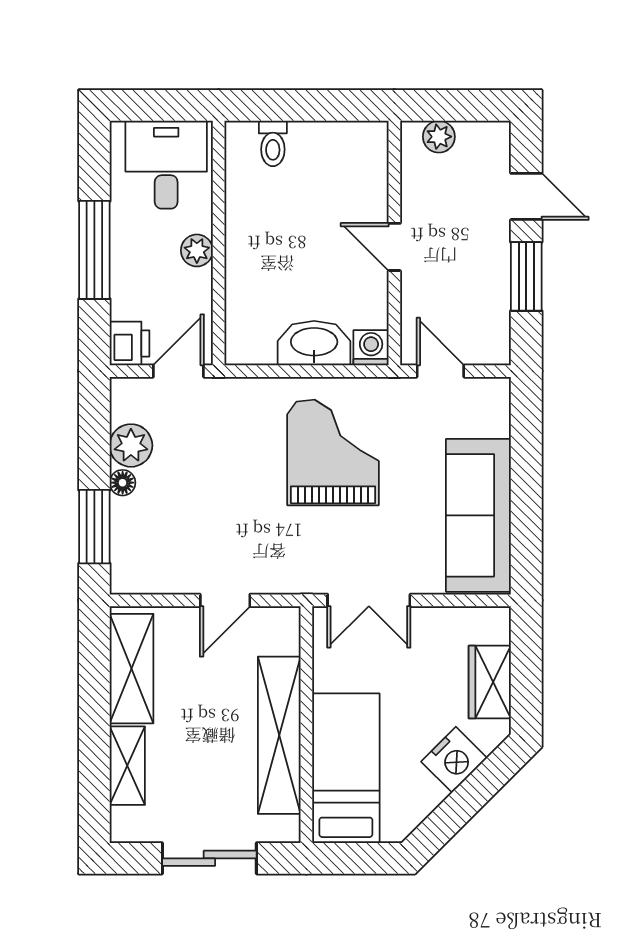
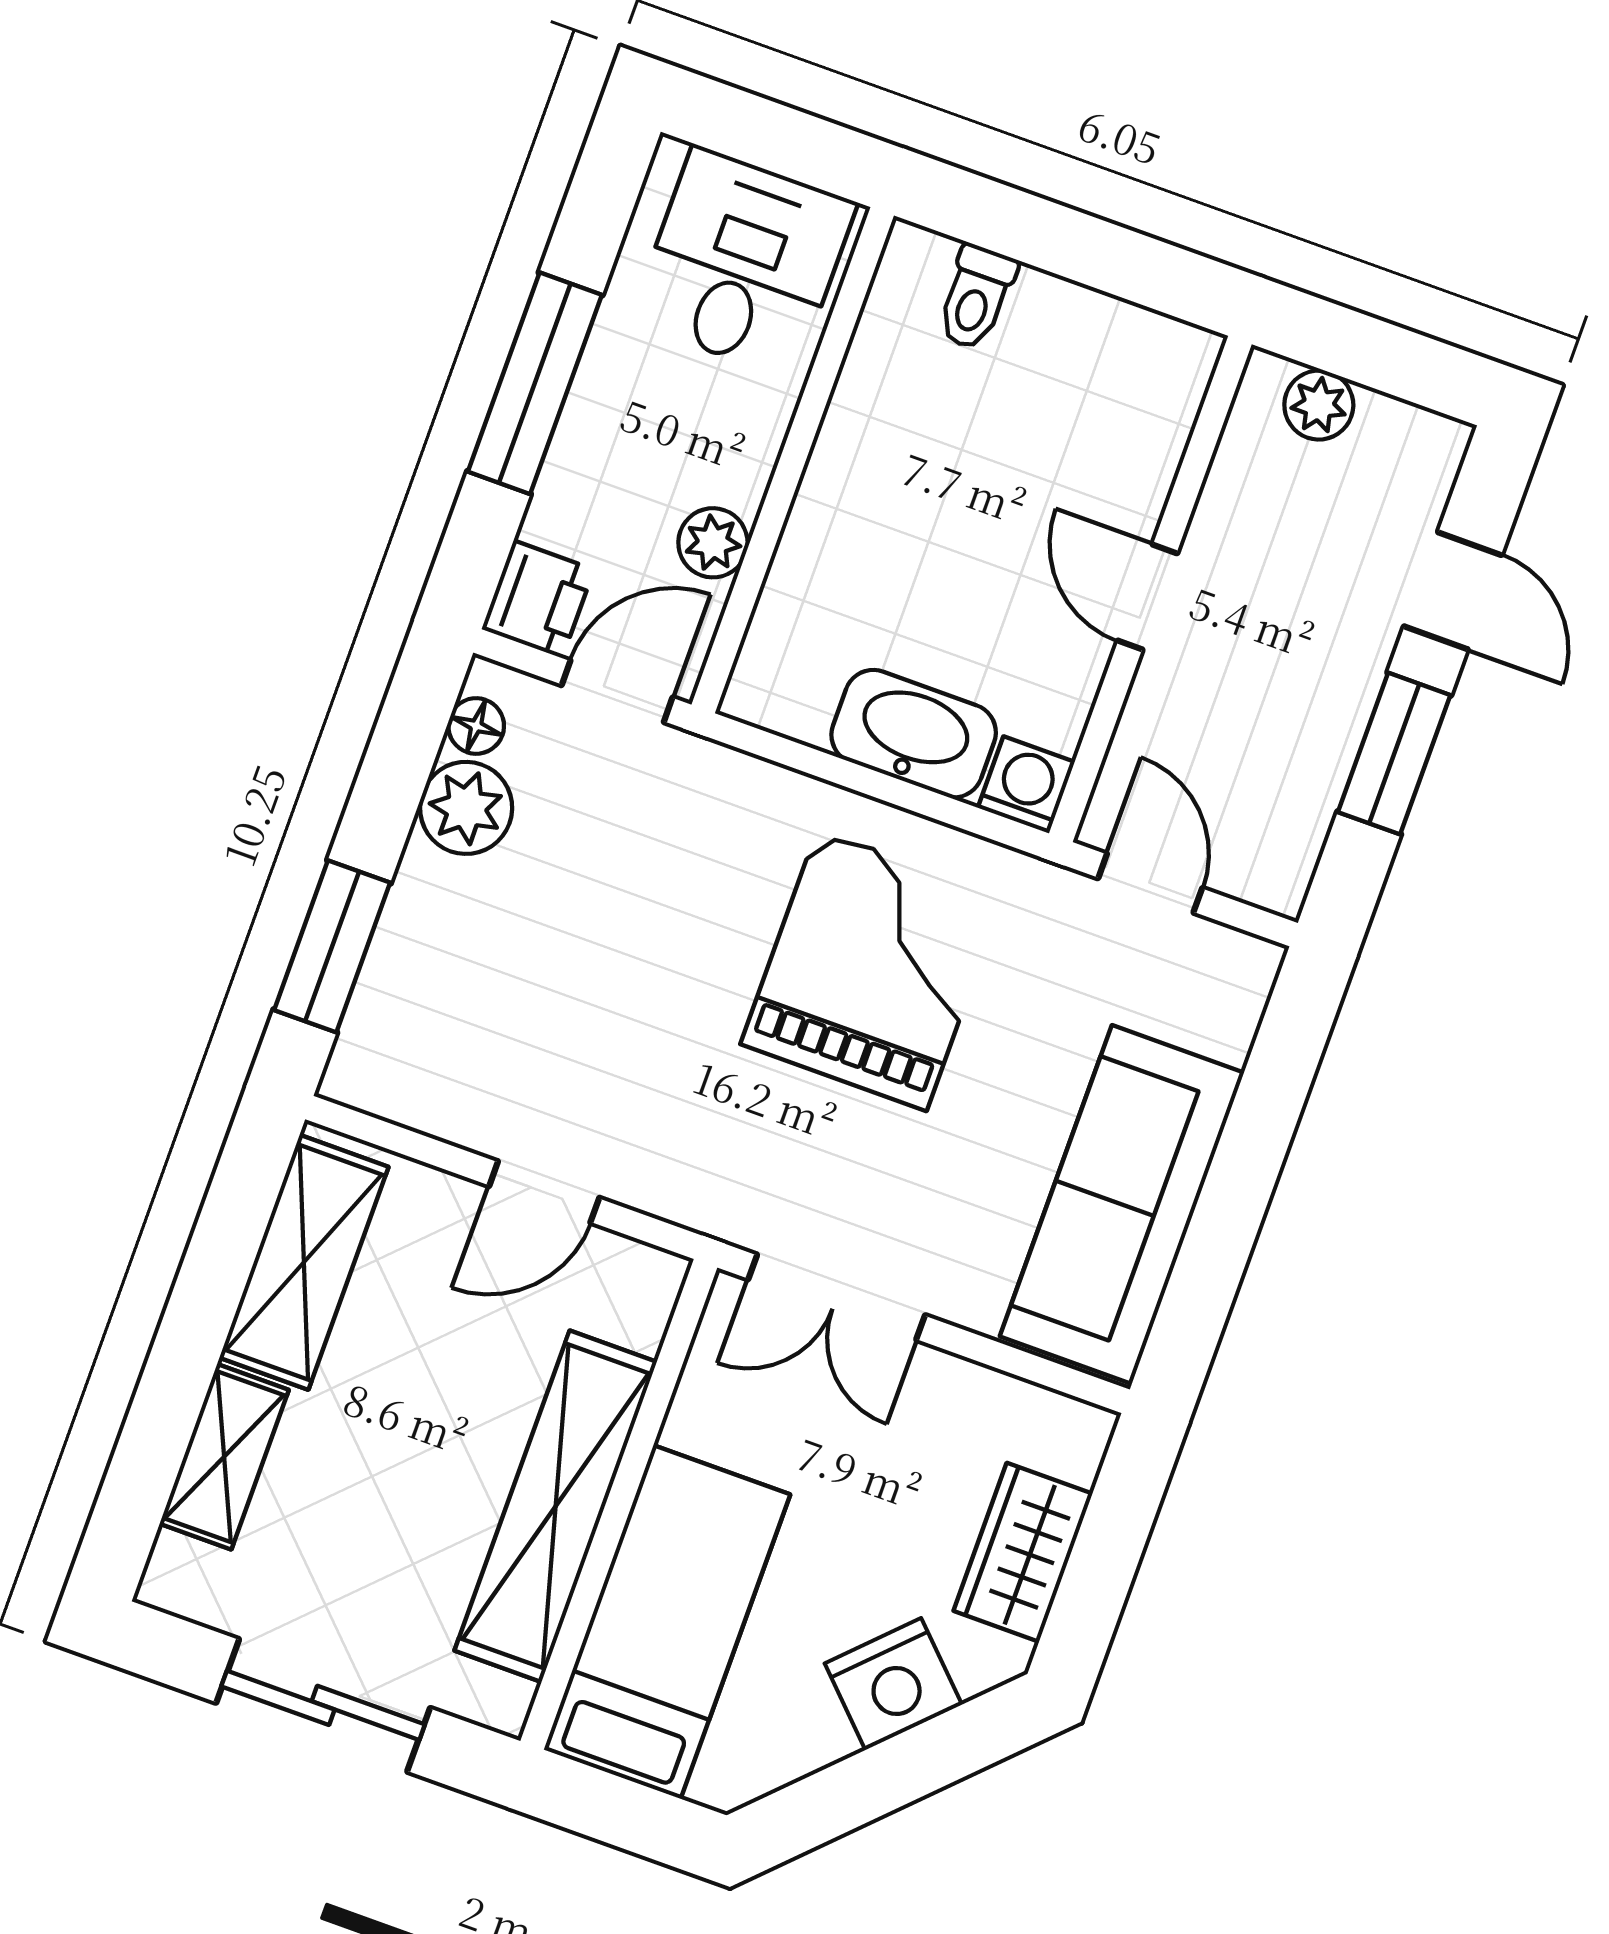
plant: (197, 250) -> (713, 543), moved
floor lamp: (123, 483) -> (476, 726), moved

